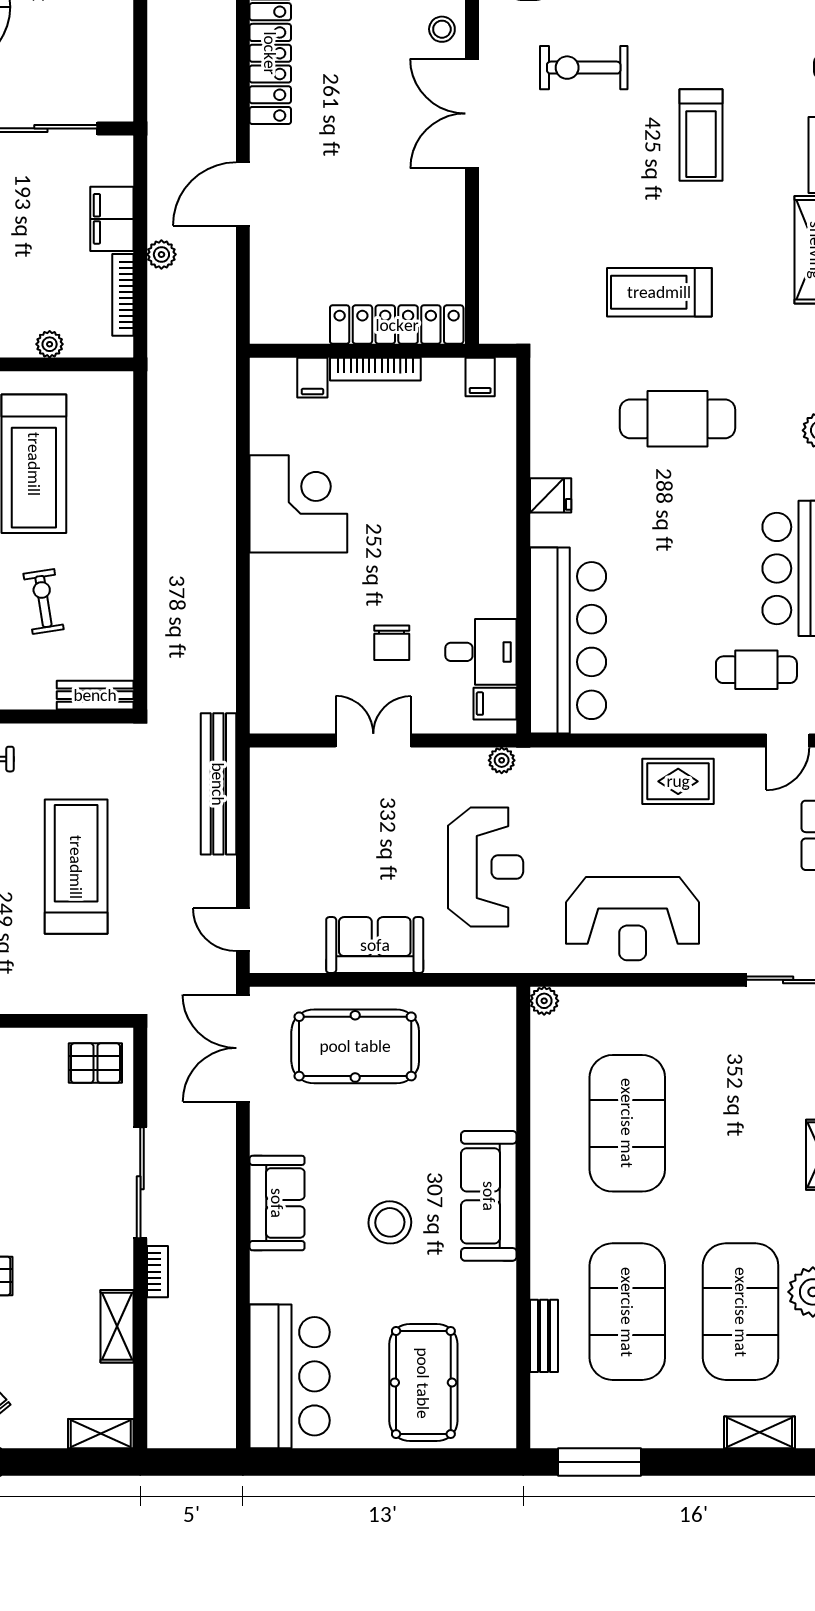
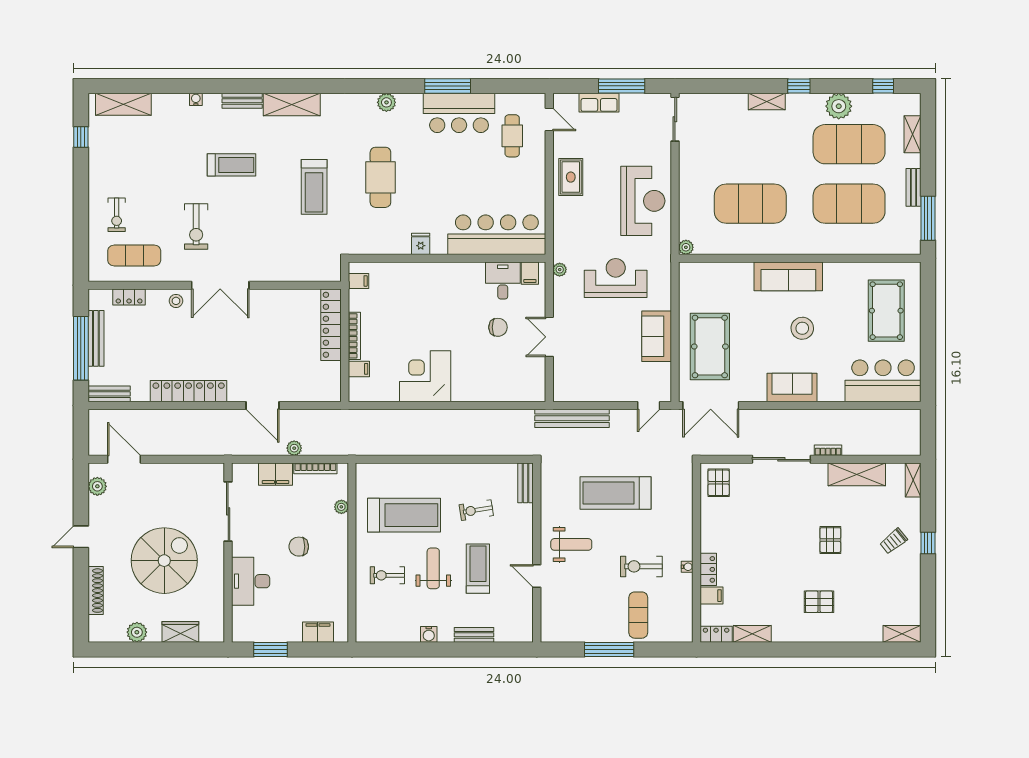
shelving: (117, 1326) -> (857, 474), width x1.50, depth x1.33
bench: (544, 1336) -> (914, 187), moved, turned 90
pool table: (423, 1383) -> (886, 311), turned 90

